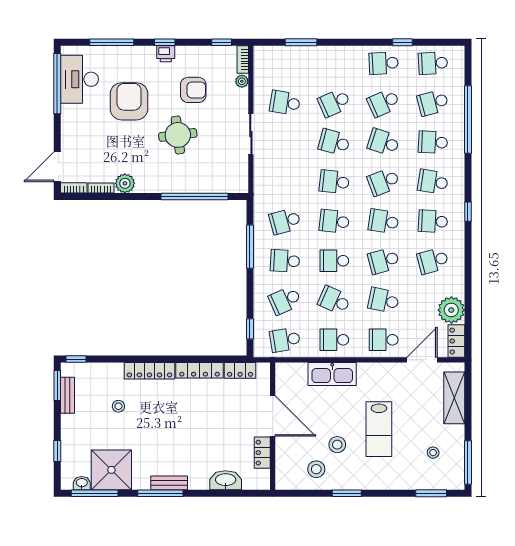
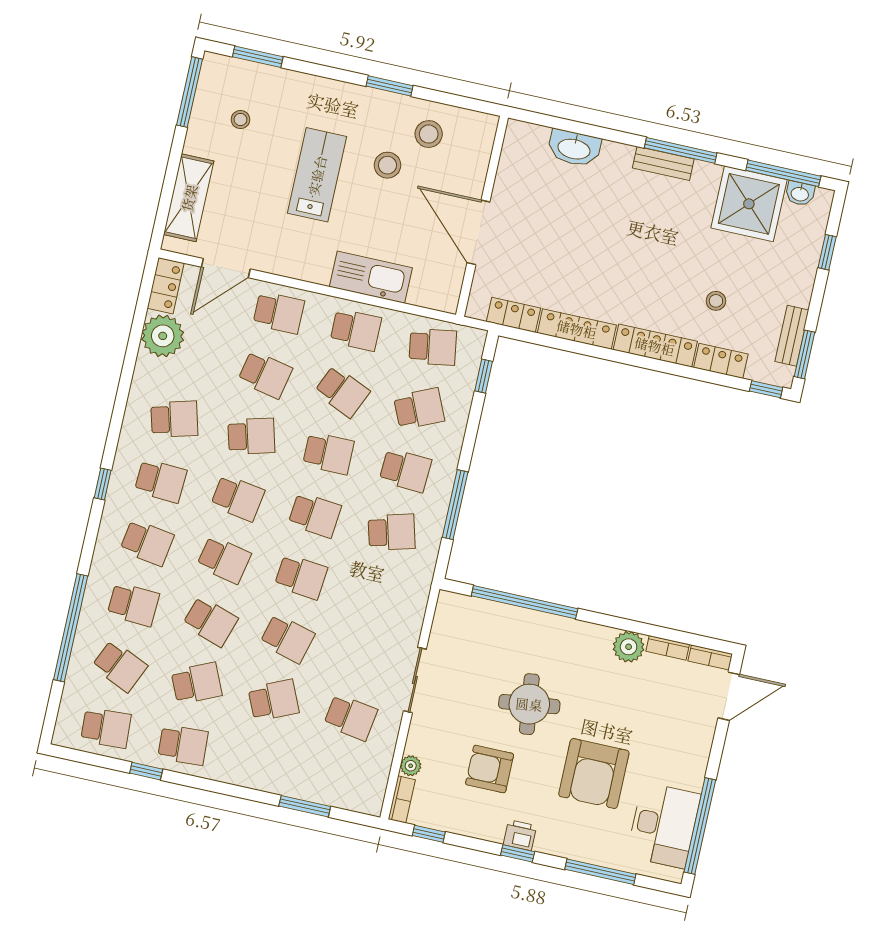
school desk: (433, 103) -> (120, 666), turned 39
school desk: (384, 182) -> (224, 560), turned 33
locker: (262, 453) -> (721, 361), moved, turned -90

